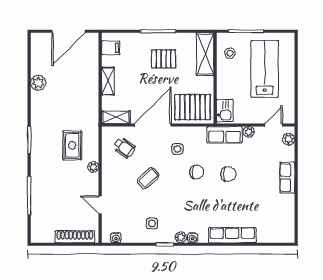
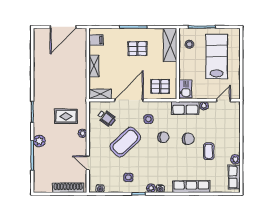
plant: (38, 83) -> (39, 141), moved
pallet: (193, 107) -> (160, 86), width x0.67, depth x0.71
plant: (289, 139) -> (235, 159), moved
rug: (72, 145) -> (66, 116), turned 90
coffee table: (148, 178) -> (125, 142), width x1.86, depth x1.72
row of seats: (287, 178) -> (234, 177), moved
coffee table: (255, 190) -> (209, 151), added

